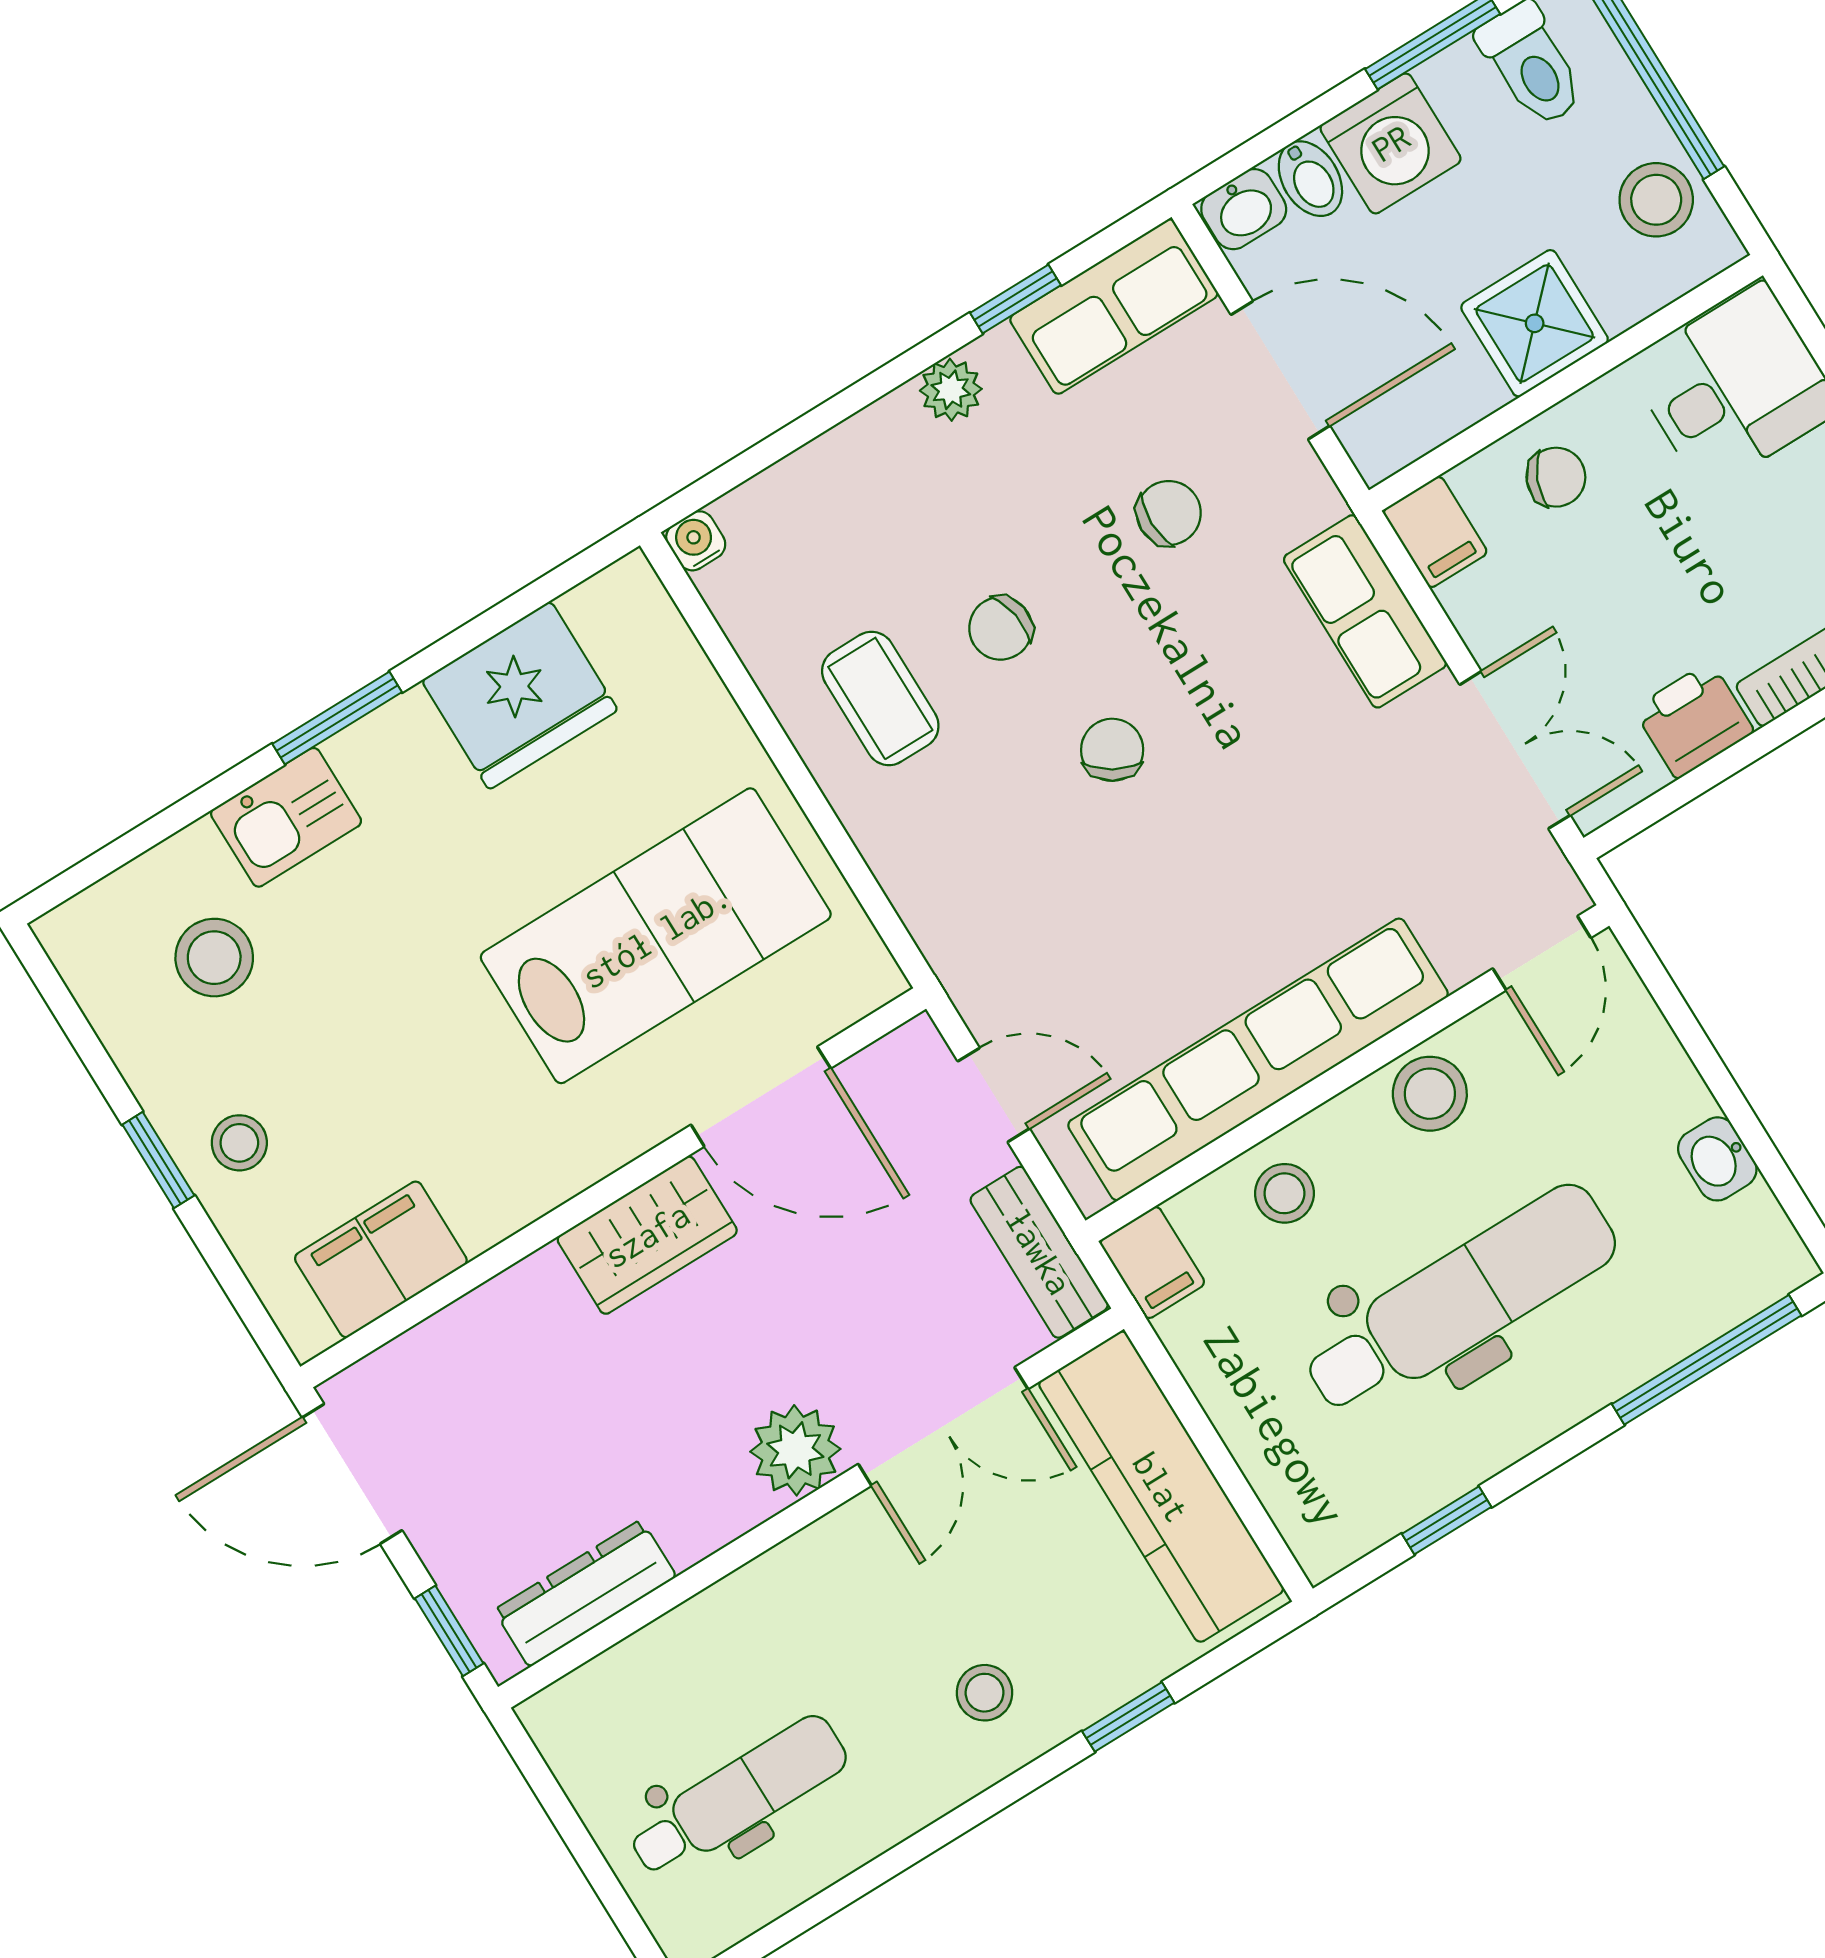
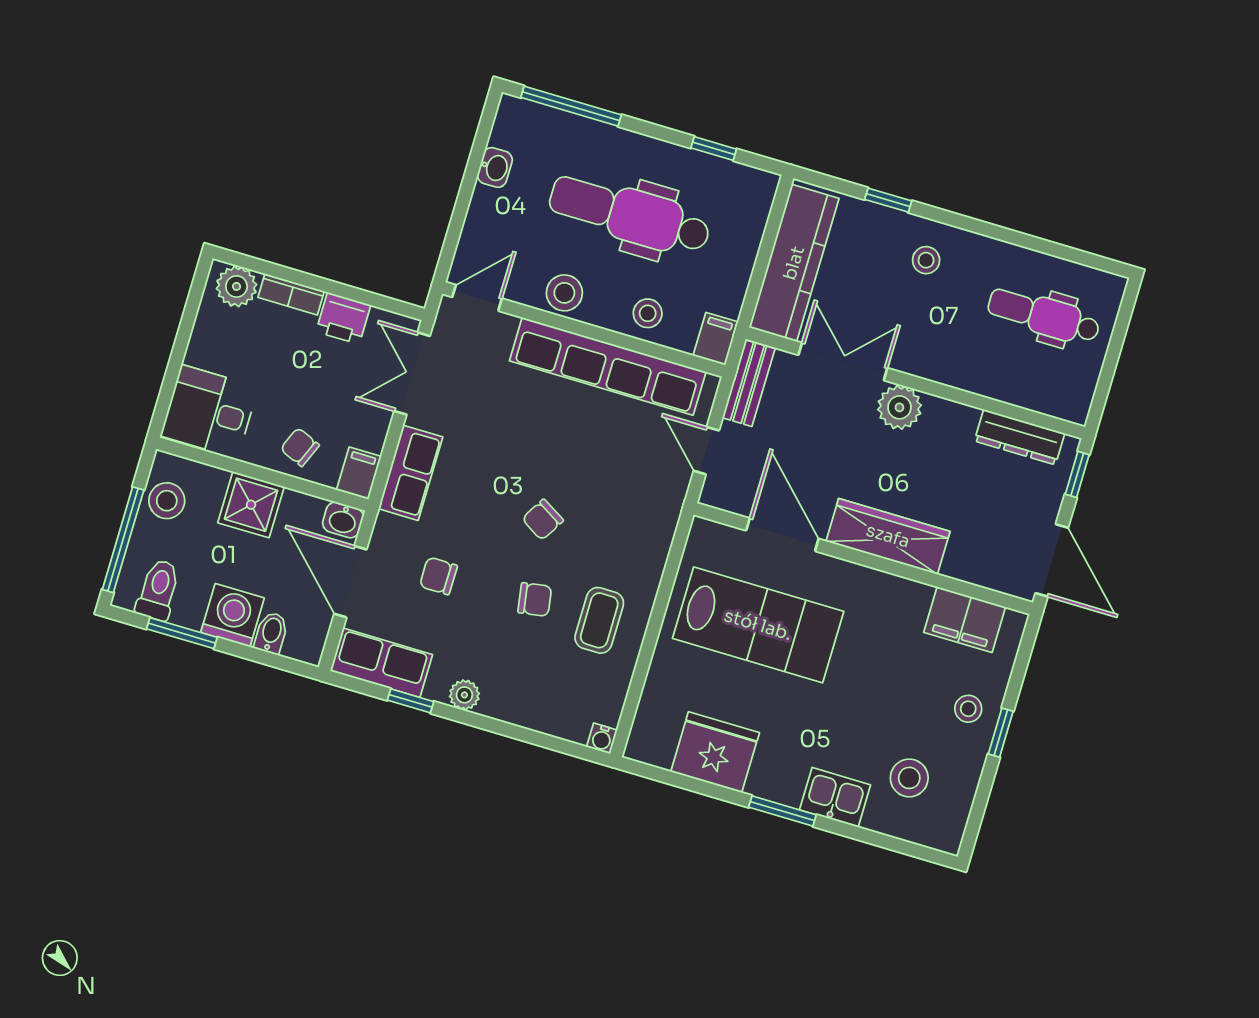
washbasin: (1244, 209) -> (343, 520), moved, turned 180
lab bench: (656, 936) -> (758, 625), turned 180
wardrobe: (647, 1235) -> (888, 536), width x1.50

